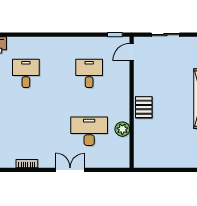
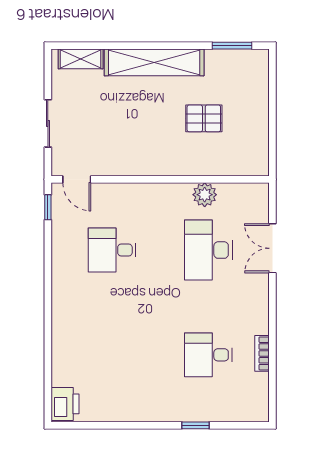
desk: (26, 73) -> (208, 355), moved
pallet: (144, 107) -> (204, 118), moved
double door: (70, 170) -> (272, 248), moved

